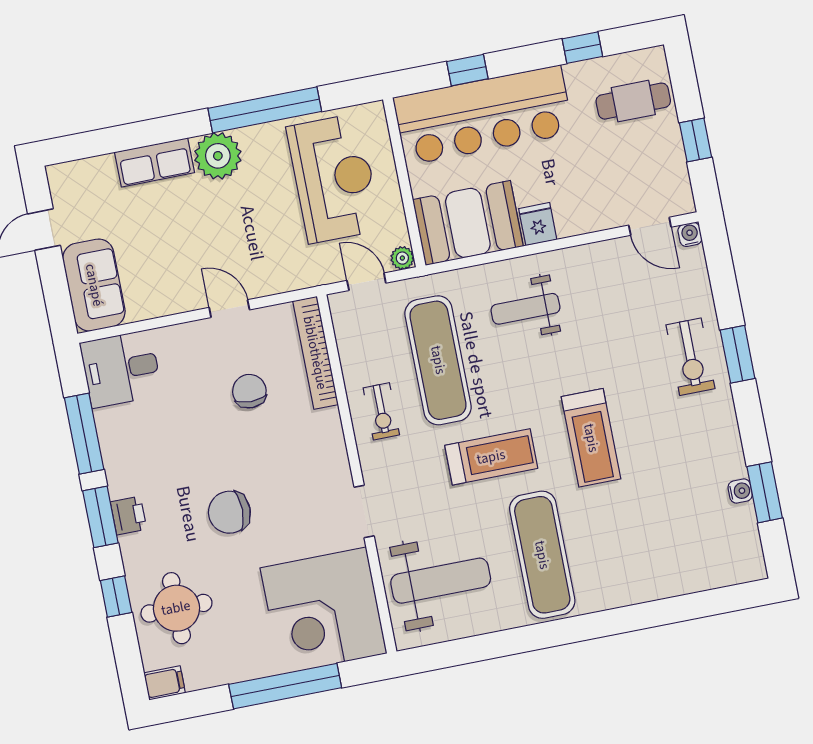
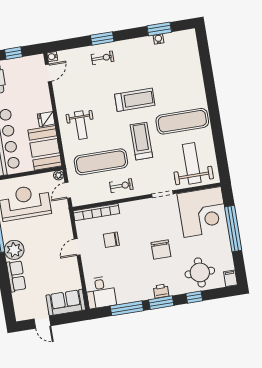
exercise bike: (690, 357) -> (103, 58), width x0.73, depth x0.72

